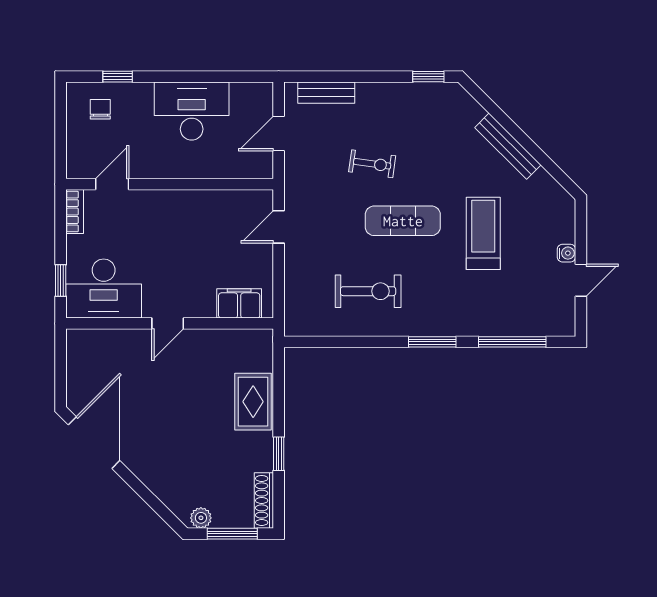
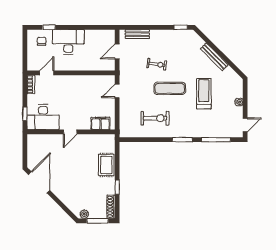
desk: (192, 111) -> (68, 42), moved
door: (581, 280) -> (245, 125), moved

